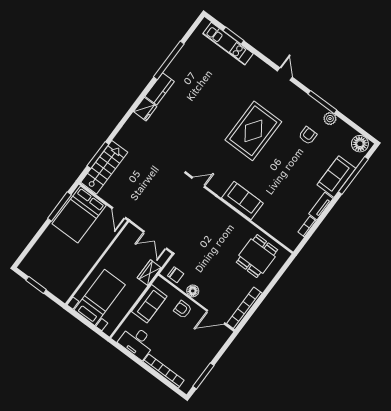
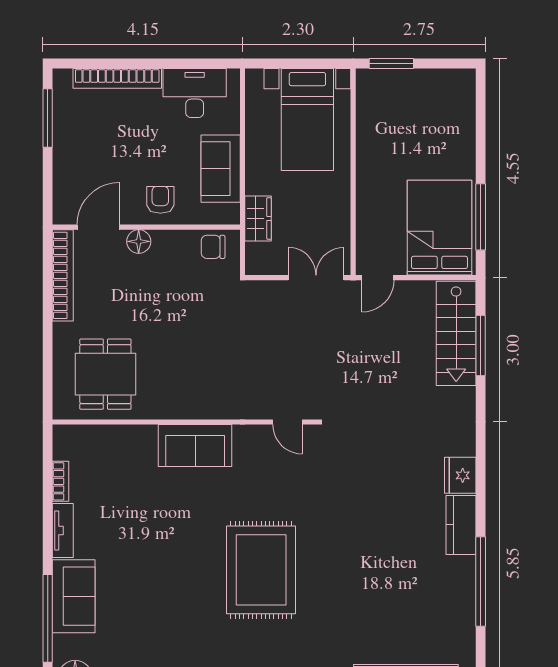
armchair: (308, 136) -> (168, 628), removed
door: (198, 182) -> (287, 422), hinge flipped
door: (119, 213) -> (378, 278), swing flipped
double door: (155, 240) -> (316, 278), moved
window: (36, 285) -> (391, 64), moved
floor lamp: (193, 291) -> (139, 241), moved
armchair: (183, 309) -> (160, 200), turned -90

